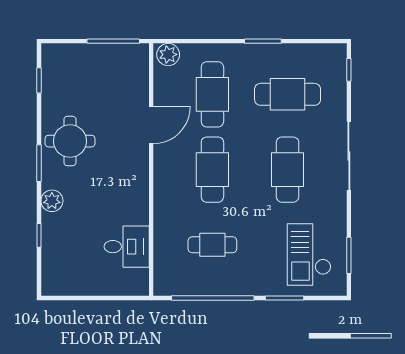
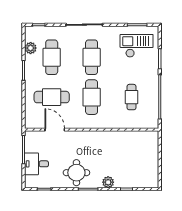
plant: (168, 54) -> (31, 48), moved
door: (151, 125) -> (55, 130), moved
cafe table: (212, 170) -> (92, 97), turned 90
cafe table: (288, 170) -> (92, 57), turned 90
desk: (127, 247) -> (36, 164), moved, turned -90
checkout: (309, 254) -> (137, 46), turned 180

